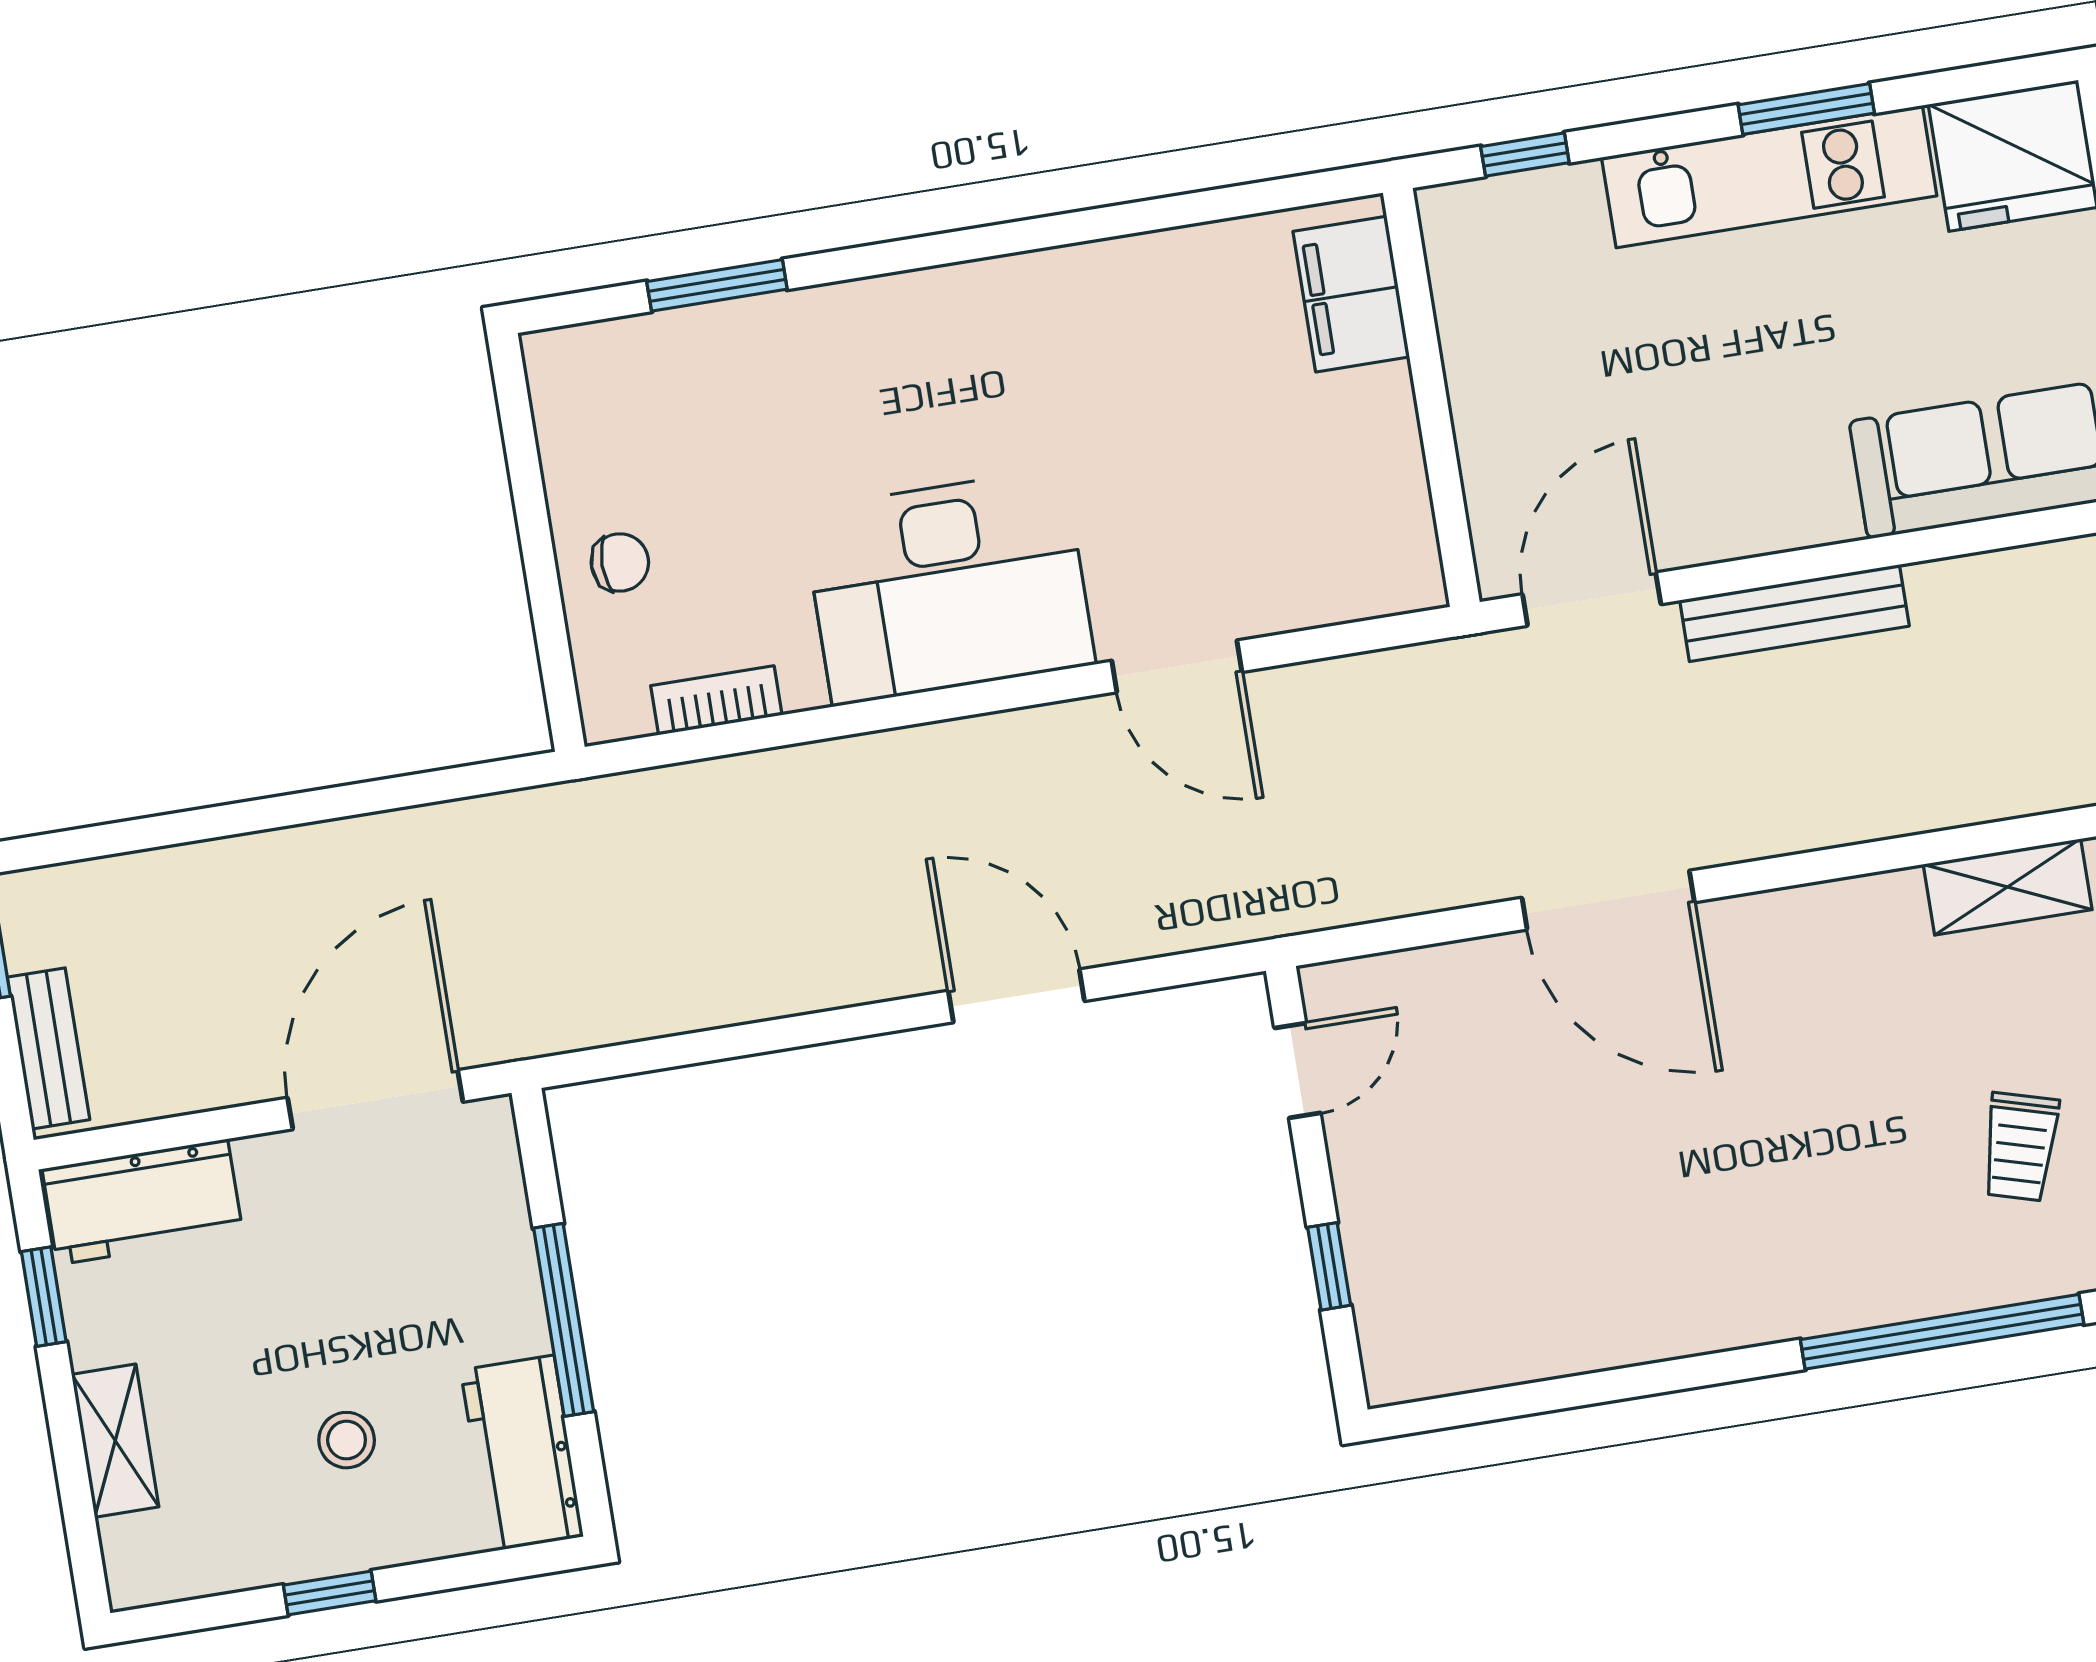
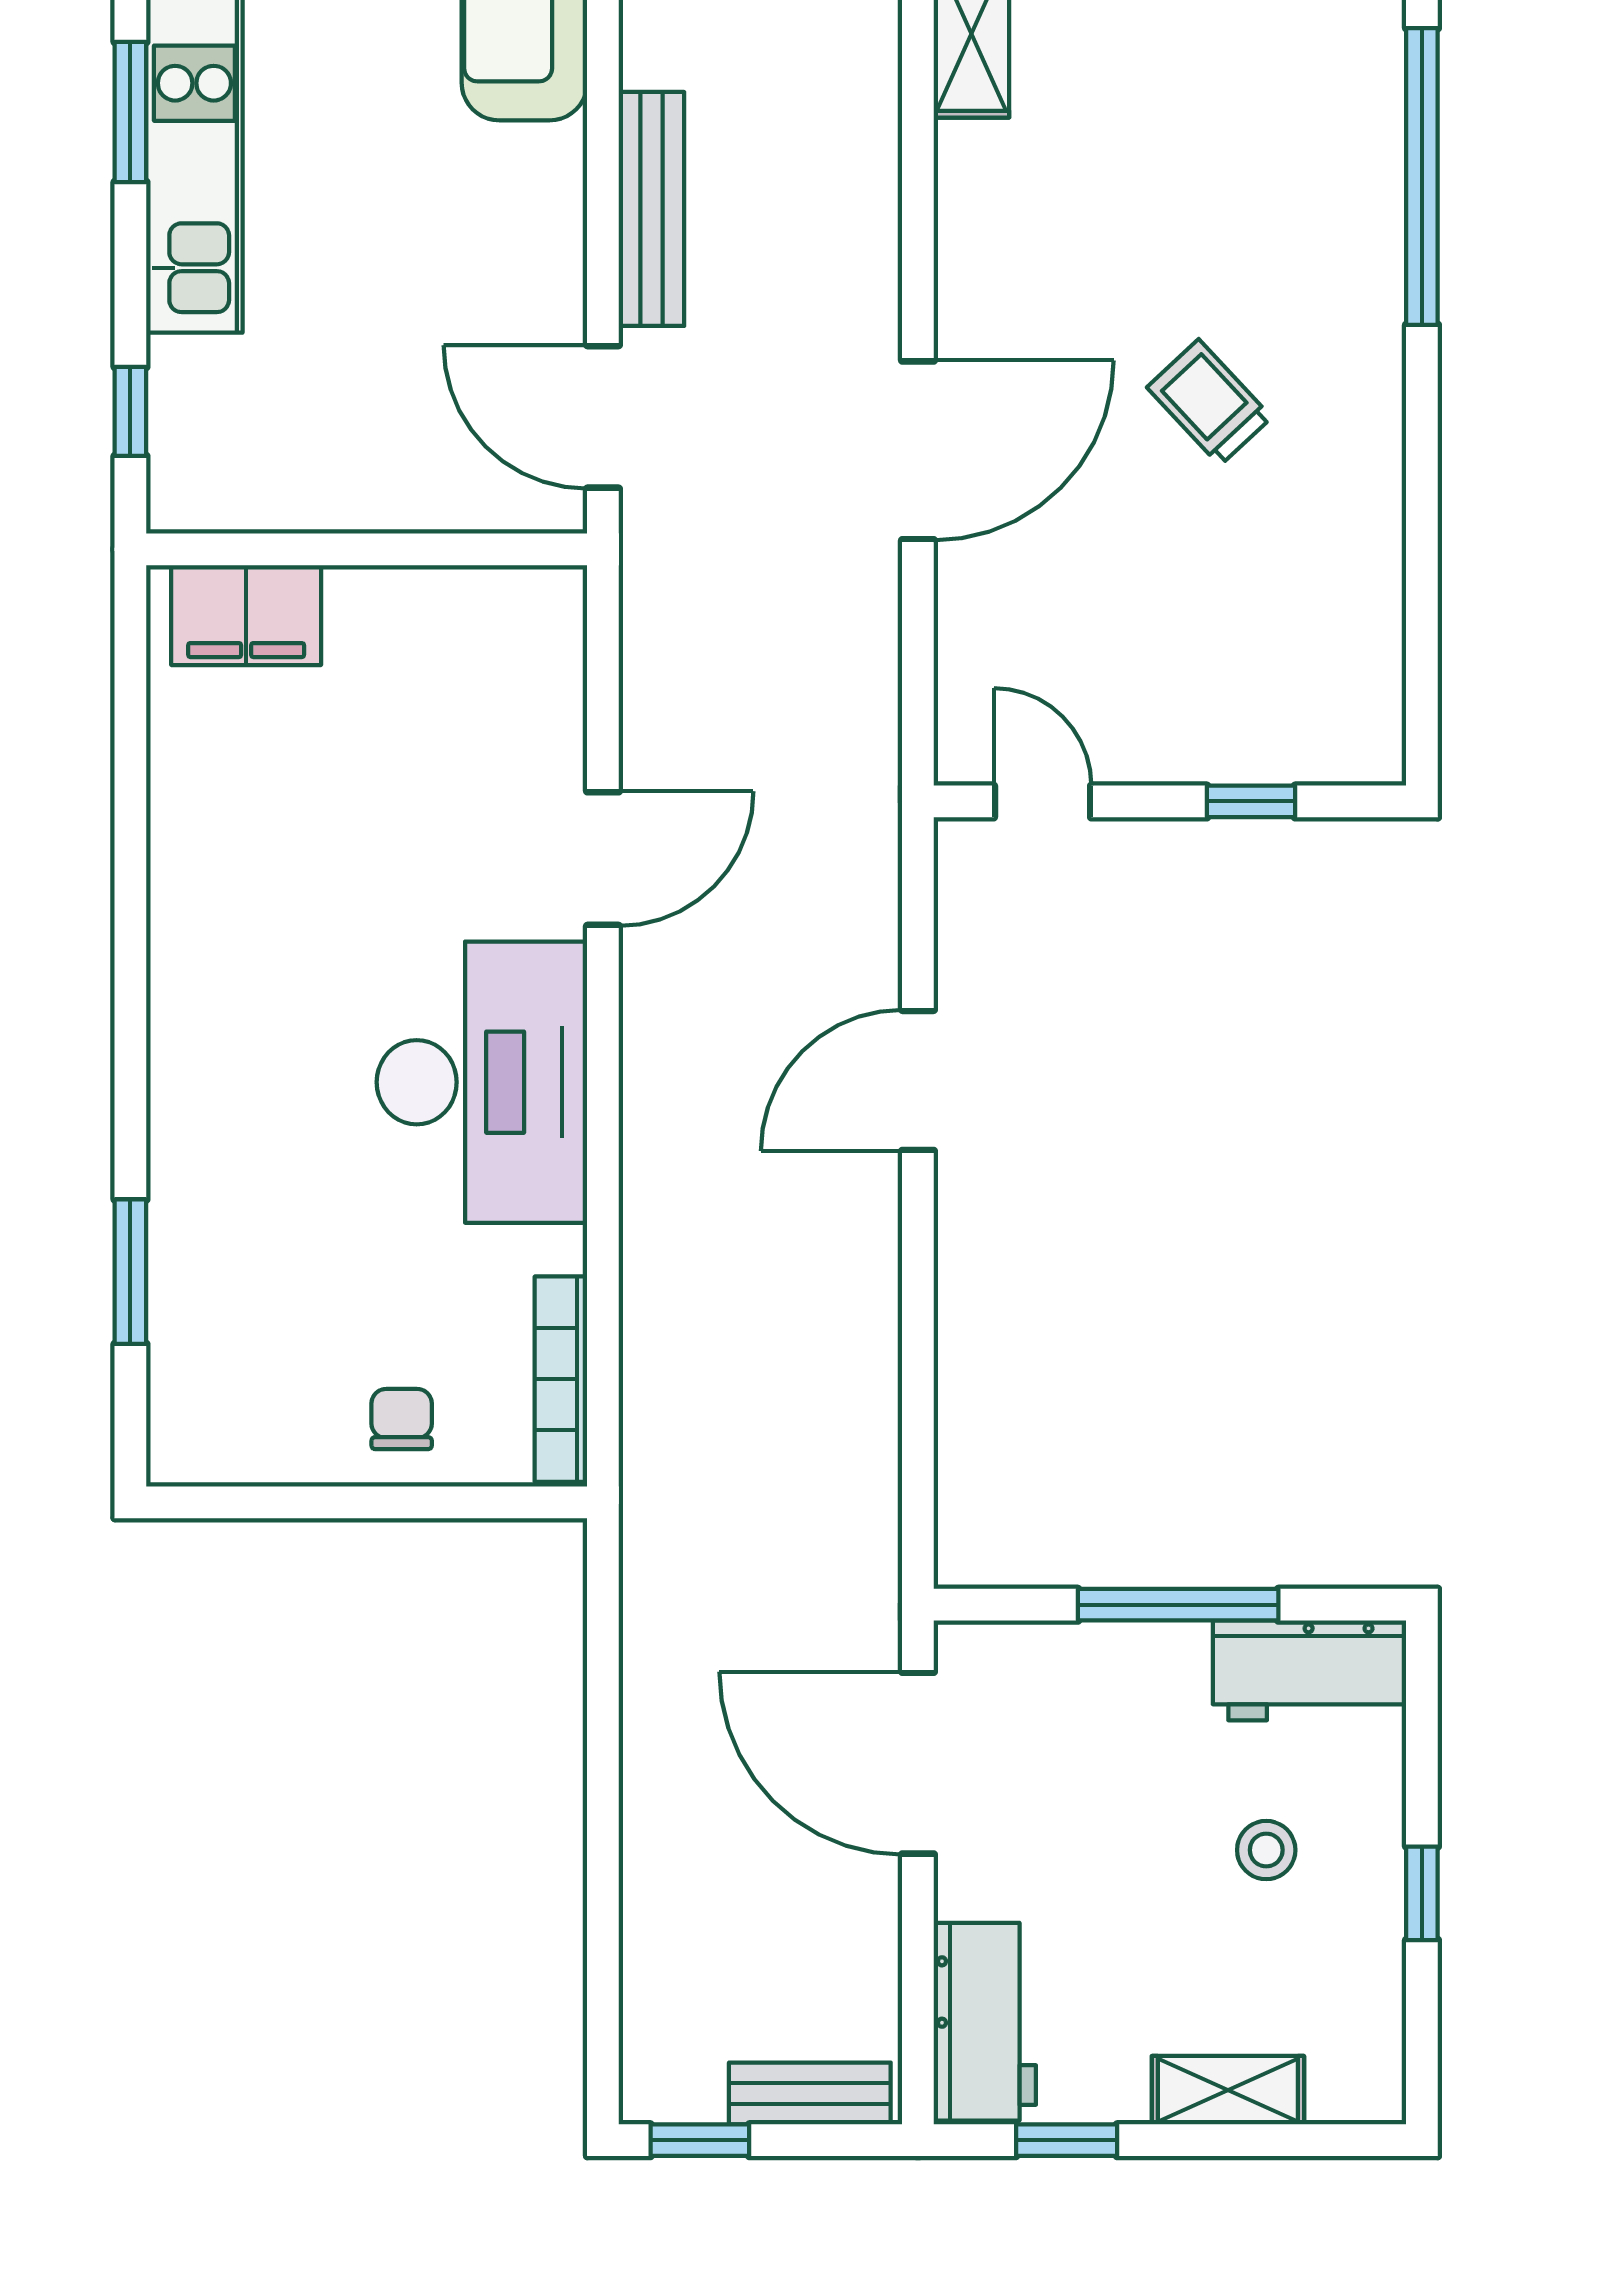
bookcase: (716, 700) -> (561, 1379), width x1.56
trolley: (2020, 1147) -> (1209, 402), moved, turned -149

